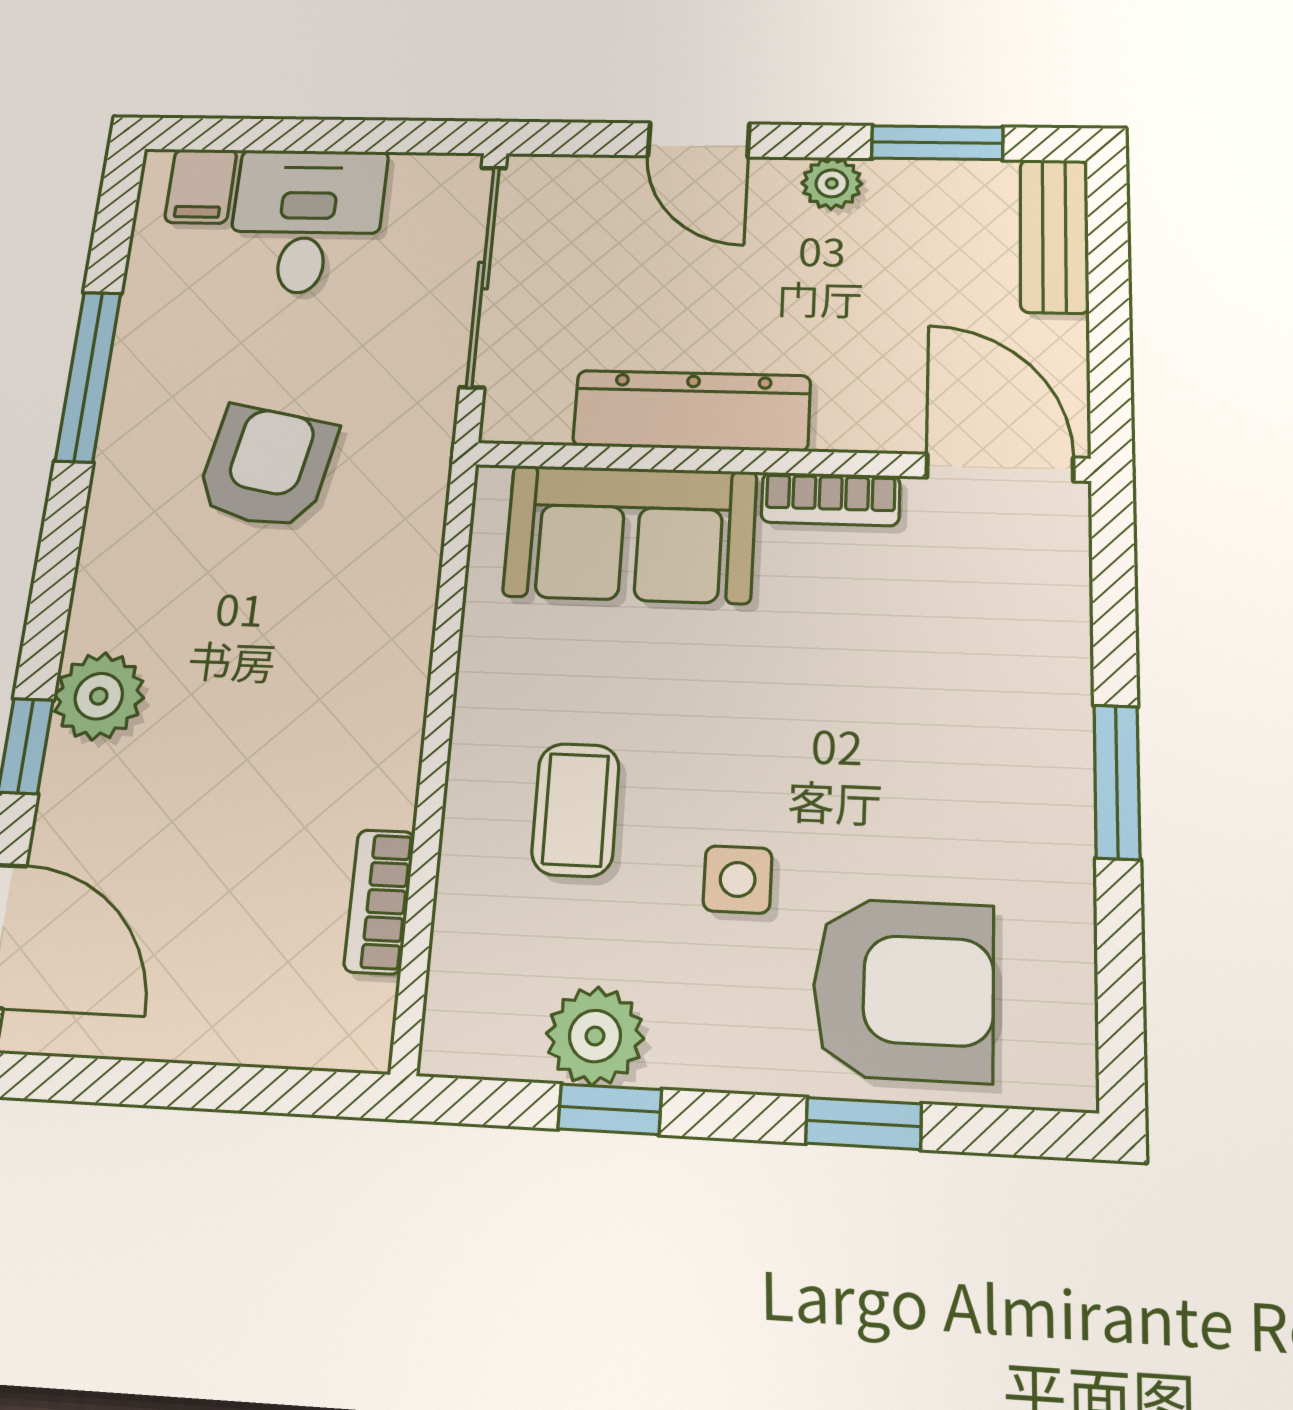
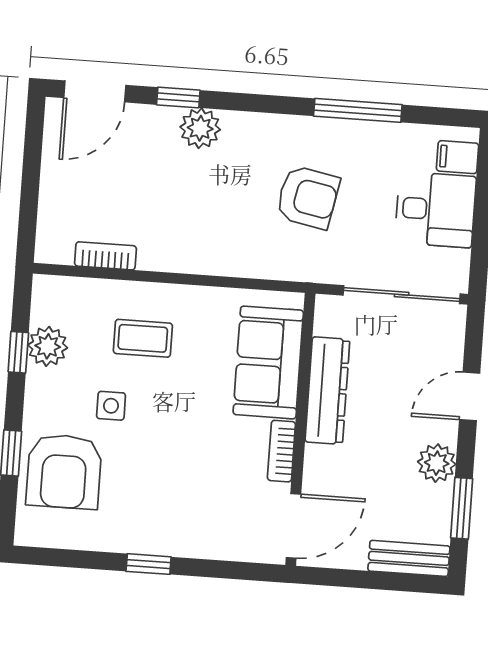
plant: (832, 183) -> (437, 463), width x1.38, depth x1.38
window: (1117, 782) -> (149, 564), width x0.67

